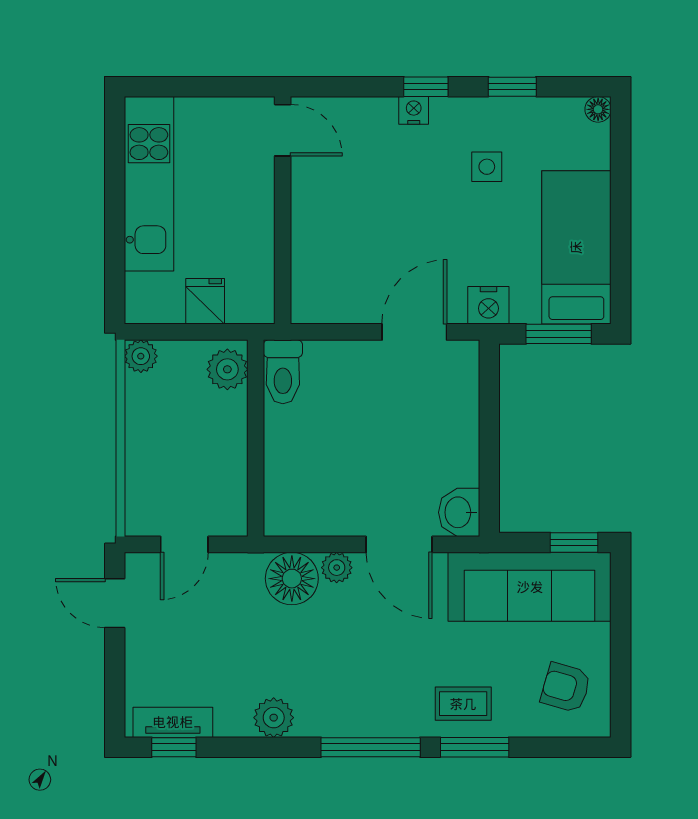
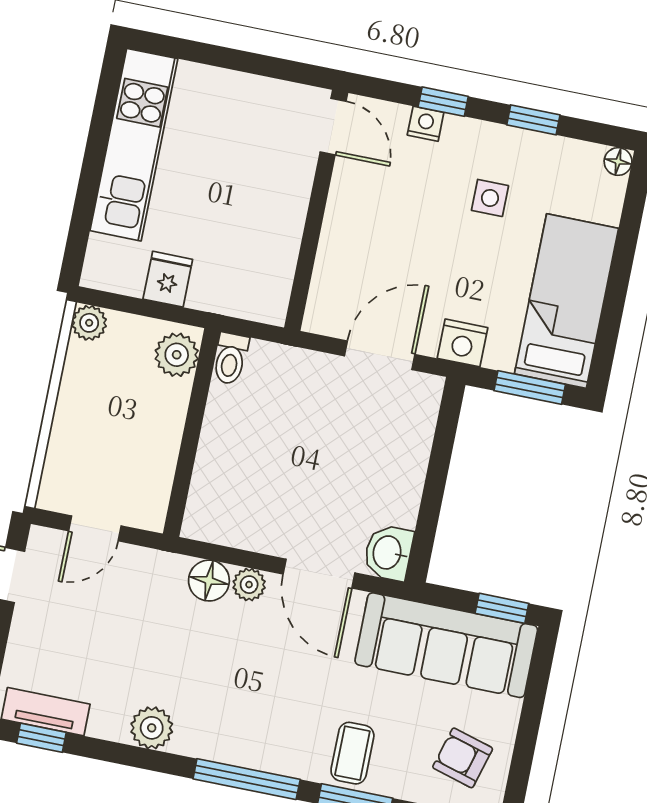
door: (283, 130) -> (333, 127), moved
wall: (283, 210) -> (316, 210), moved
toilet: (283, 372) -> (230, 359), width x0.73, depth x0.72
floor lamp: (292, 579) -> (209, 581), width x0.73, depth x0.73
coffee table: (463, 704) -> (352, 753), turned 90

